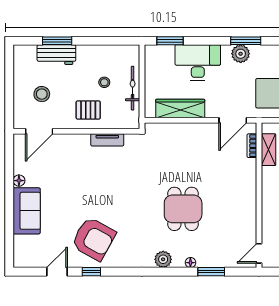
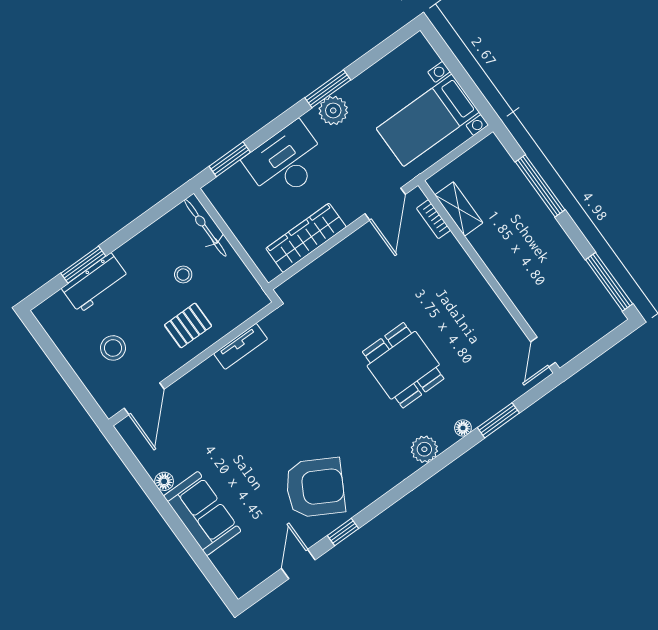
bicycle: (133, 88) -> (205, 228), moved

